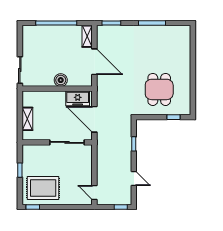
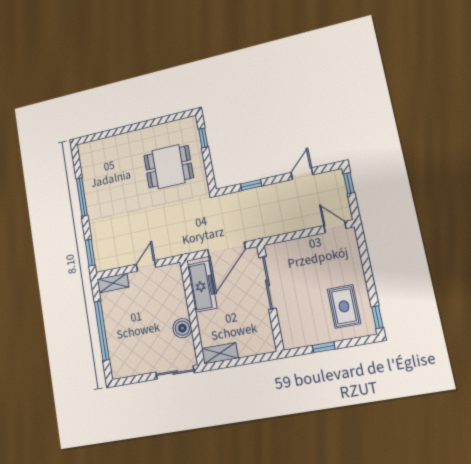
door: (94, 62) -> (146, 266), width x0.53
boiler: (61, 80) -> (182, 328), moved
freezer: (78, 98) -> (202, 286), width x1.40
shelving: (27, 119) -> (220, 353), moved
rug: (43, 188) -> (344, 306), width x0.73, depth x0.70
door: (94, 192) -> (335, 227), swing flipped

